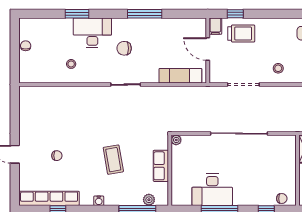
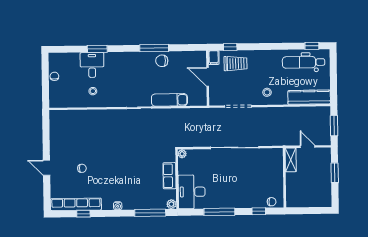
desk: (92, 33) -> (92, 65), moved, width x0.73
chair: (124, 48) -> (162, 61), moved
exam couch: (180, 76) -> (169, 100), moved
coffee table: (113, 160) -> (129, 171), removed
desk: (212, 190) -> (192, 192), moved, turned 90
plant: (149, 200) -> (171, 204), moved

